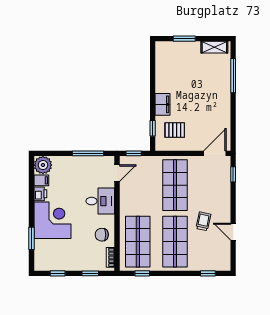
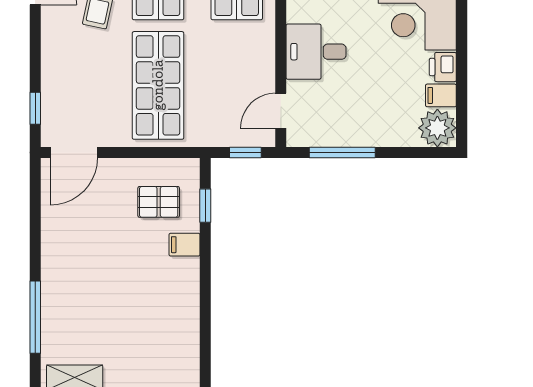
filing cabinet: (162, 104) -> (184, 245), width x0.50

